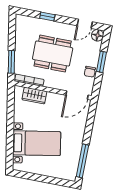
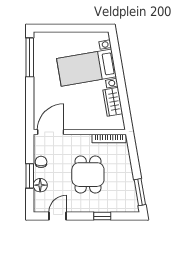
floor lamp: (98, 35) -> (40, 185), moved
dining table: (53, 54) -> (88, 175), width x0.73
window: (11, 62) -> (140, 192), moved
wardrobe: (34, 96) -> (113, 102), moved, turned -100

